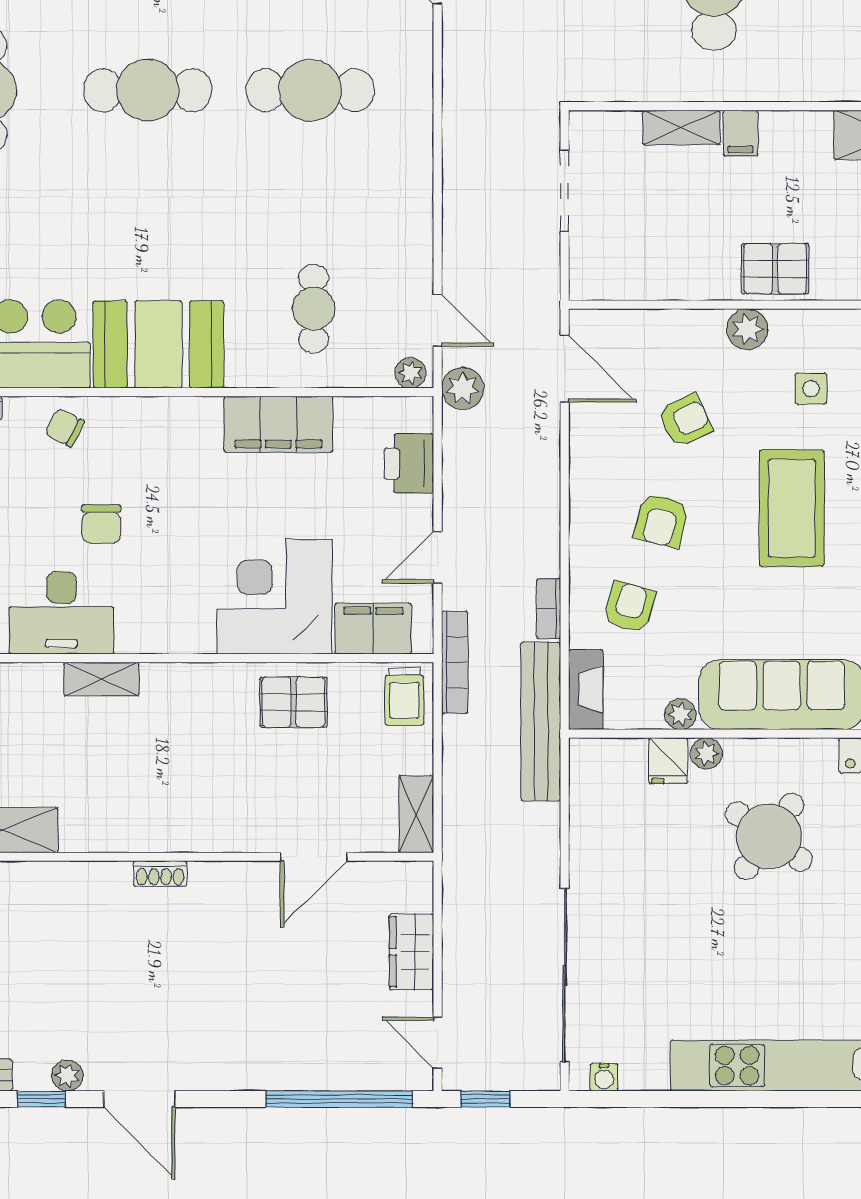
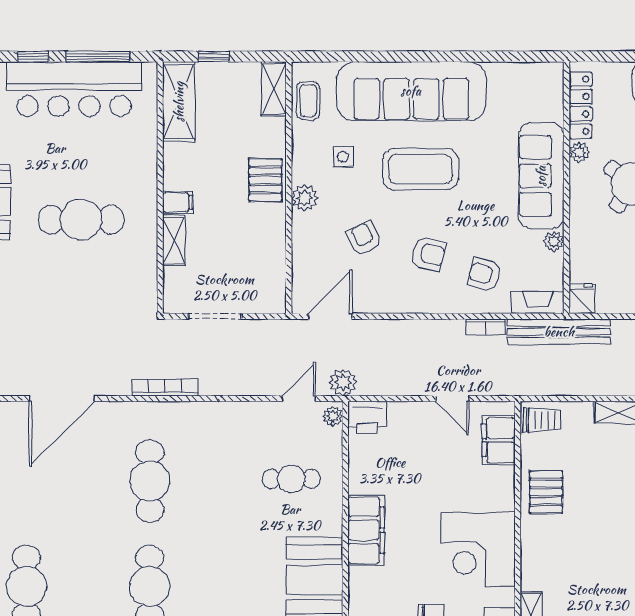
filing cabinet: (278, 424) -> (366, 530), moved
printer: (409, 464) -> (367, 417), moved
corner desk: (274, 597) -> (478, 550), moved
bookcase: (455, 662) -> (165, 388), moved
plant: (706, 753) -> (579, 152), moved
fridge: (668, 761) -> (582, 299), moved, turned -90

